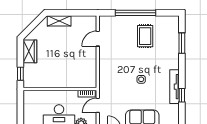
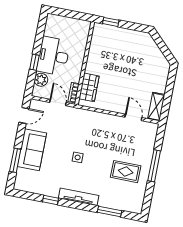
window: (135, 13) -> (154, 166), width x0.68
shelving: (59, 21) -> (156, 107), moved
wardrobe: (30, 51) -> (89, 87), moved, turned -90
tv unit: (174, 87) -> (79, 197), moved

